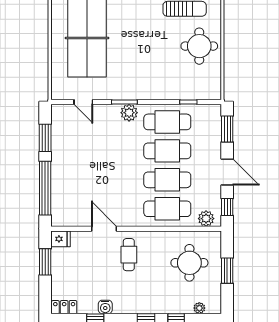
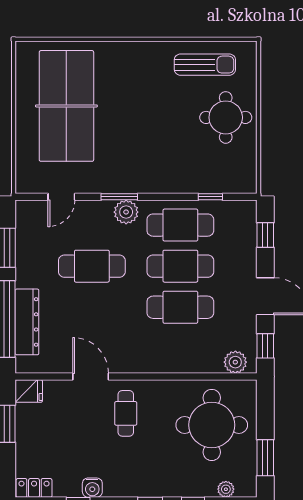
door: (83, 102) -> (61, 197), hinge flipped
window: (227, 129) -> (265, 235), width x0.67
dresser: (59, 190) -> (27, 322), added
cafe table: (167, 209) -> (92, 266), moved
round table: (189, 263) -> (212, 425), width x1.36, depth x1.36
window: (227, 271) -> (265, 458), moved

